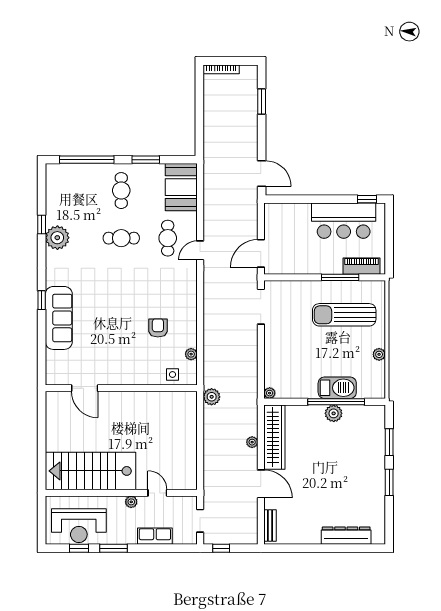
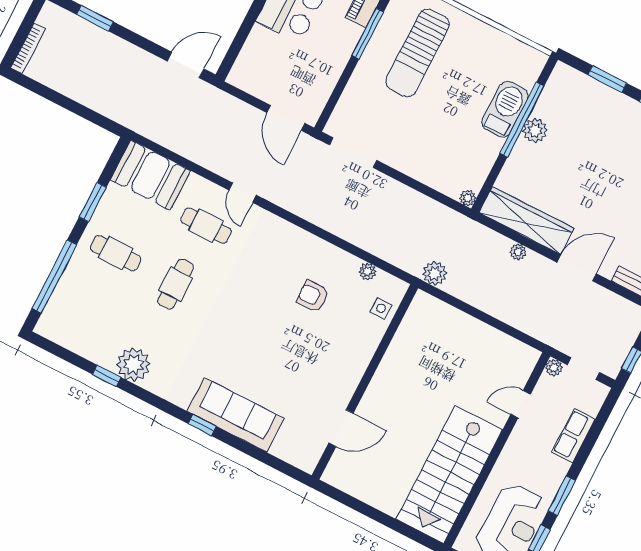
plant: (379, 354) -> (490, 35), removed
plant: (131, 502) -> (554, 368), moved

